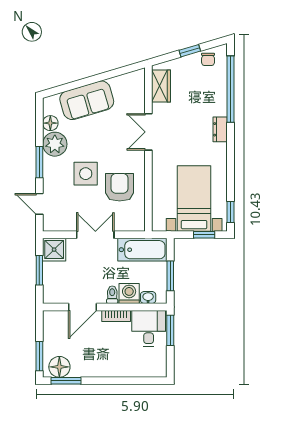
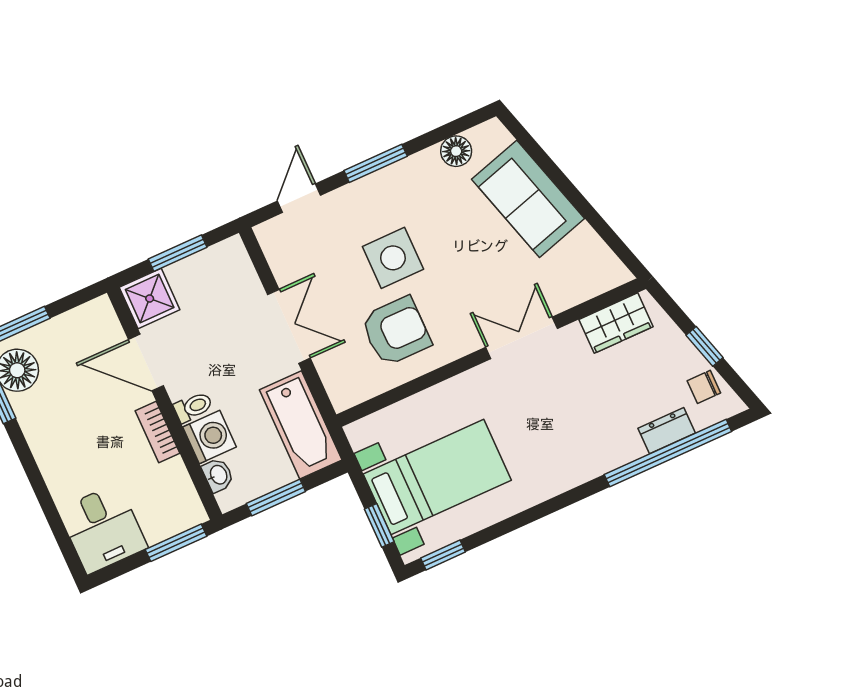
dresser: (220, 129) -> (667, 431), moved
plant: (55, 144) -> (421, 177), removed
shower: (54, 250) -> (150, 299), moved
desk: (149, 328) -> (103, 529), moved, turned 90

